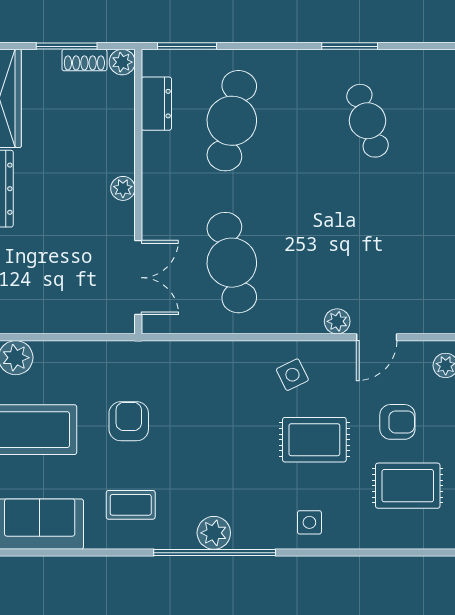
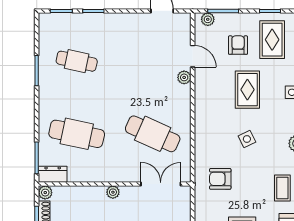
dresser: (156, 104) -> (53, 174), moved
cafe table: (368, 121) -> (77, 61), turned 30
cafe table: (232, 263) -> (153, 134), turned 36
side table: (292, 375) -> (247, 139), moved
armchair: (129, 421) -> (220, 179), moved

